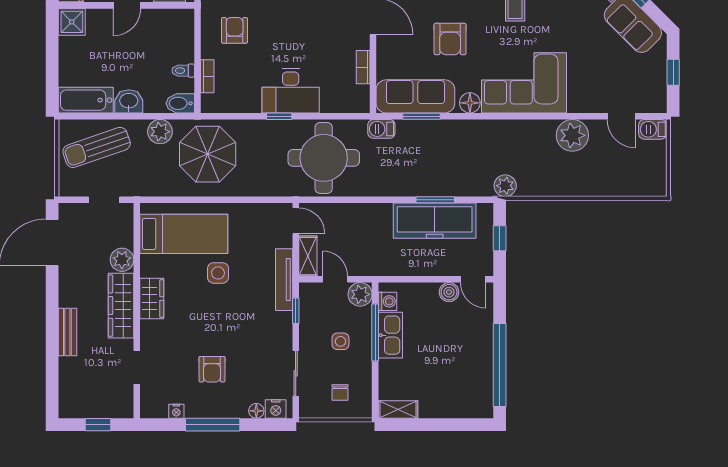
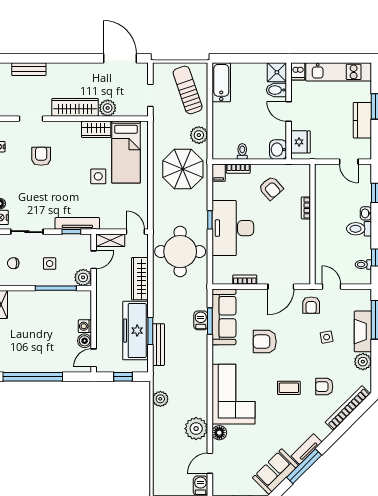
armchair: (235, 30) -> (271, 188), turned 48
desk: (291, 91) -> (233, 228), width x1.36, depth x1.30
washbasin: (129, 101) -> (278, 150), moved, turned 180
bidet: (180, 103) -> (276, 90), moved, turned -90
floor lamp: (470, 103) -> (219, 433), moved
filing cabinet: (213, 104) -> (219, 173), added
barbecue: (381, 129) -> (201, 320), moved
plant: (505, 186) -> (160, 399), moved
bench: (454, 188) -> (158, 345), added
wardrobe: (362, 215) -> (140, 279), added
door: (296, 221) -> (135, 232), swing flipped
tv unit: (284, 280) -> (77, 223), moved
wardrobe: (152, 299) -> (96, 129), moved
washing machine: (387, 301) -> (85, 326), moved, turned 90
bench: (67, 332) -> (29, 69), moved
kitchen sink: (390, 335) -> (54, 299), removed
armchair: (212, 369) -> (41, 156), moved, turned 90

